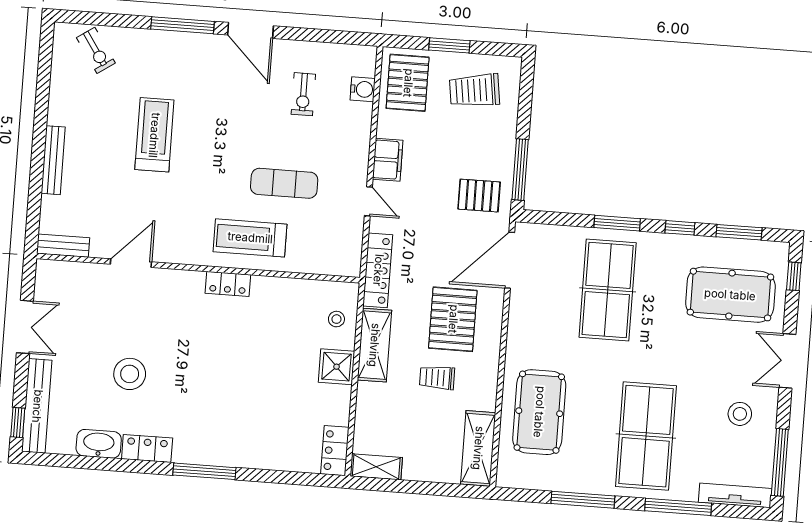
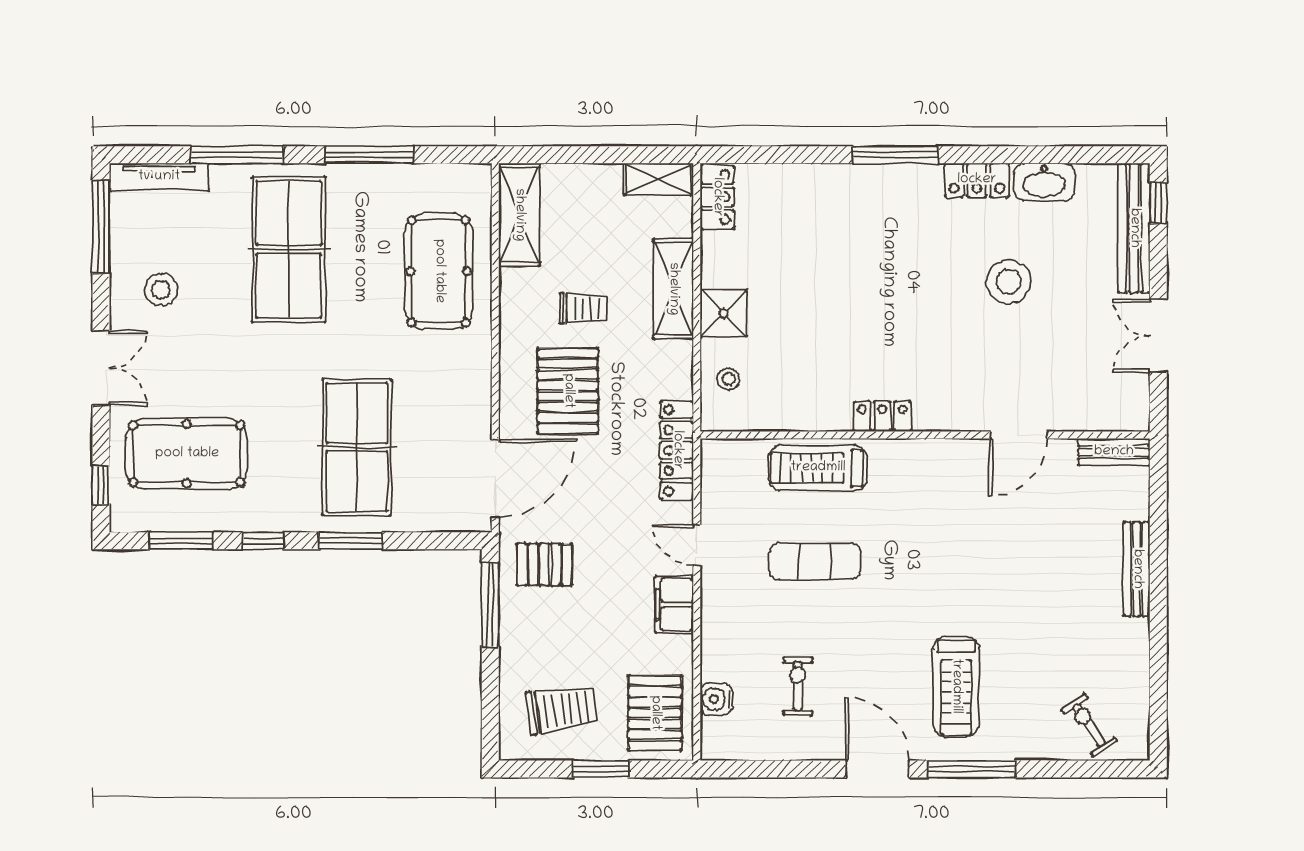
treadmill: (154, 135) -> (956, 686), moved
treadmill: (250, 238) -> (818, 468), moved, turned 180
shelving: (374, 345) -> (673, 289), moved

